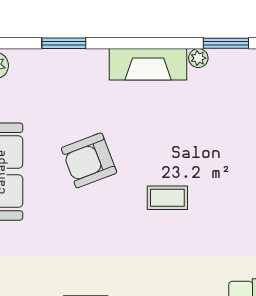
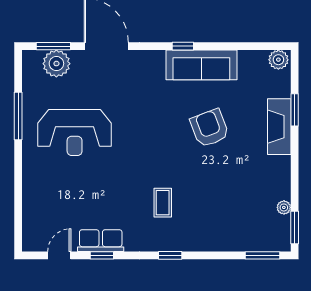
fireplace: (148, 64) -> (279, 127), moved
coffee table: (167, 198) -> (163, 203), moved

